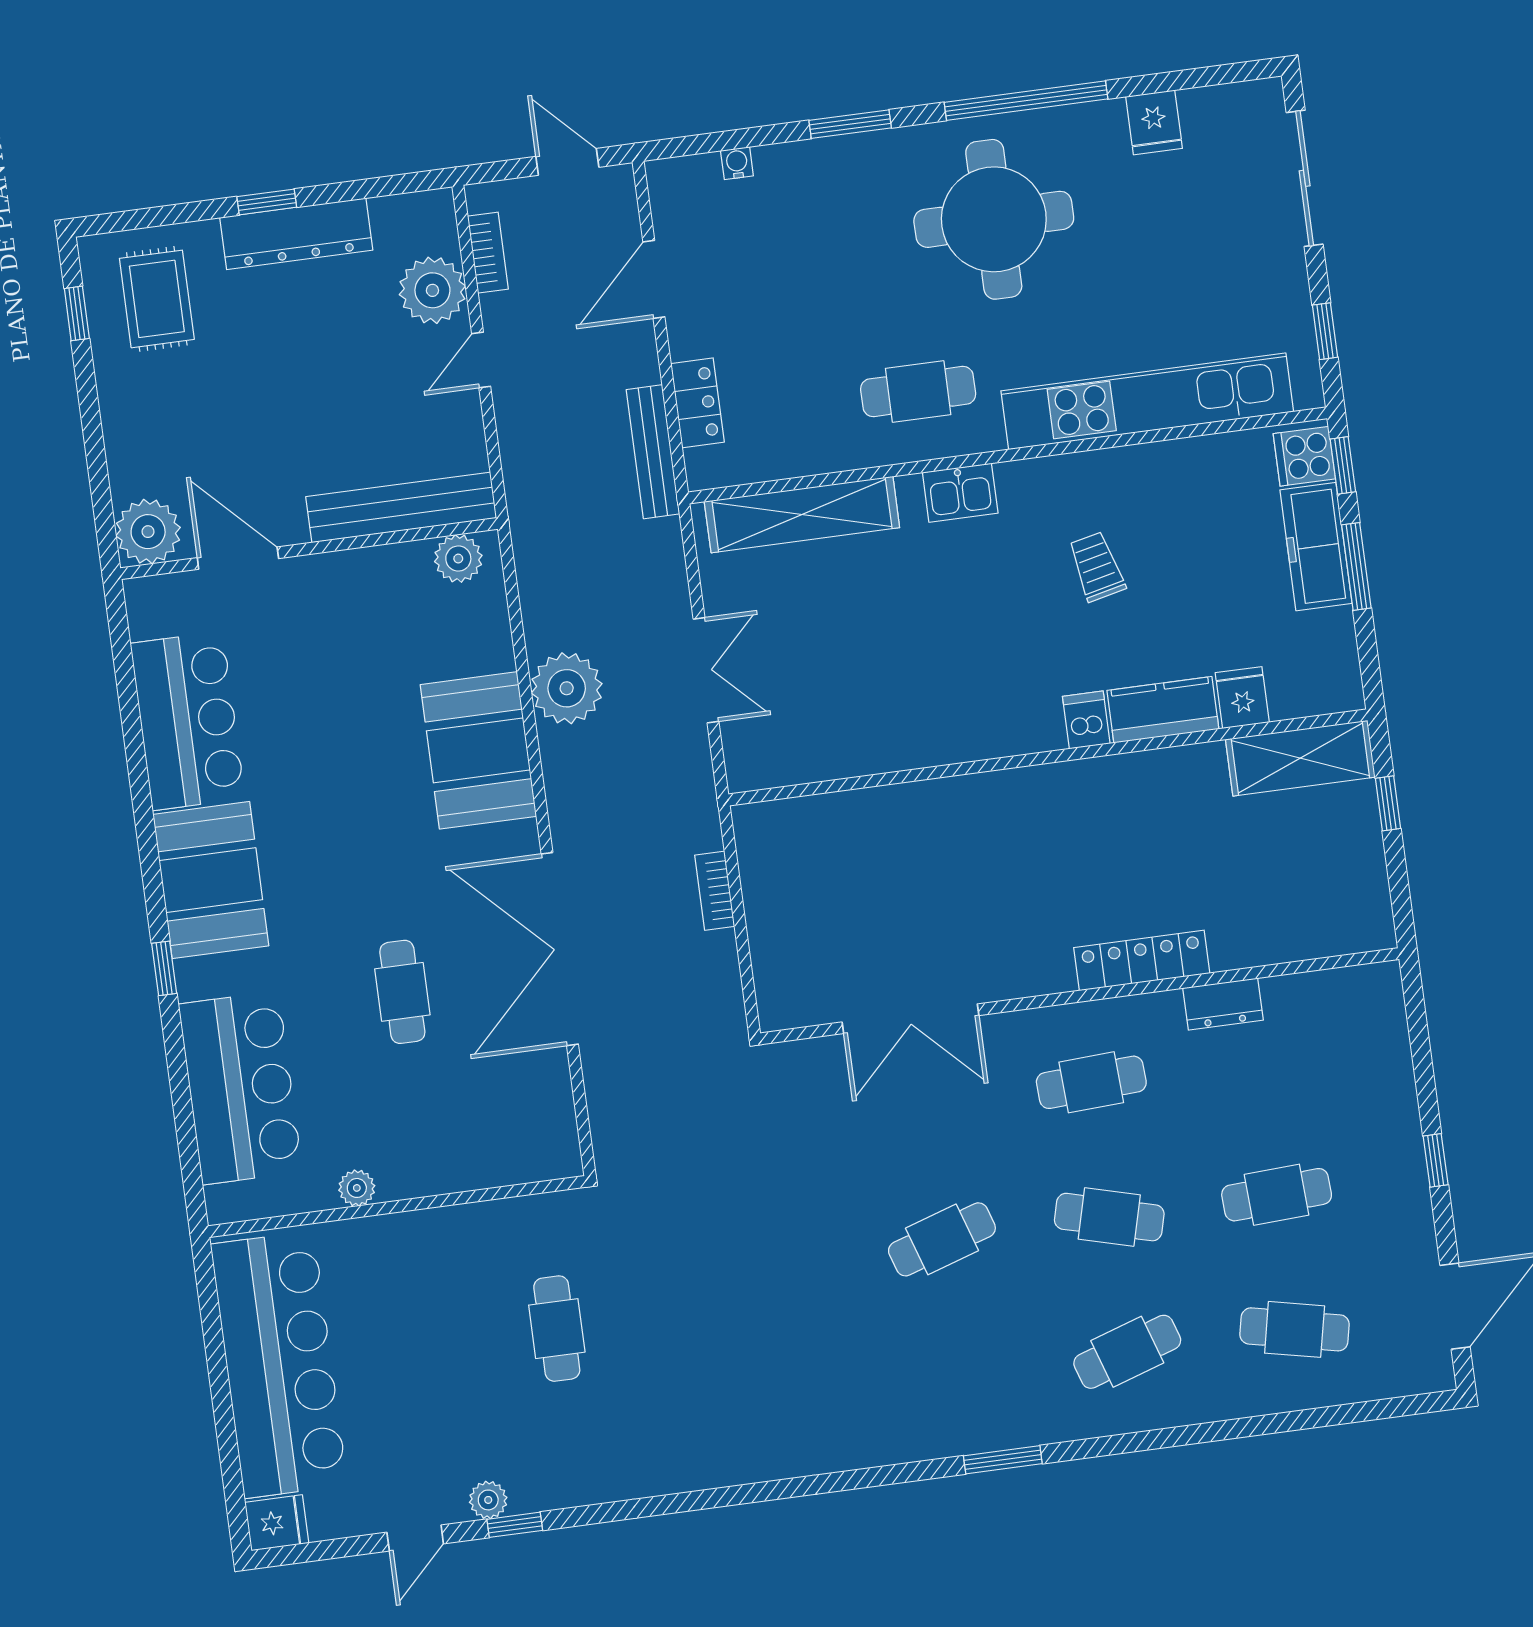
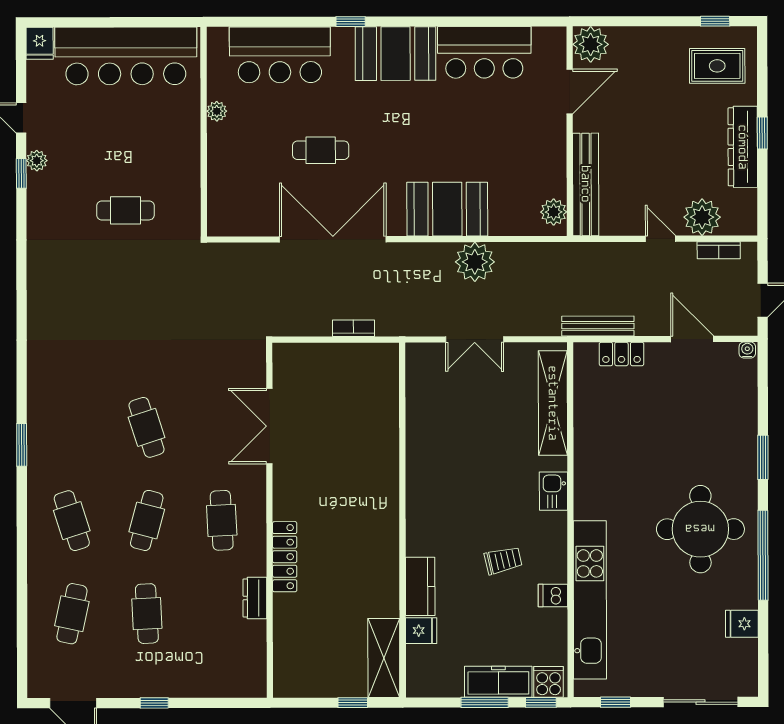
water cooler: (737, 163) -> (747, 350), moved, turned -90
cafe table: (918, 392) -> (612, 475), removed
dishwasher: (1086, 720) -> (553, 595), moved, turned 180

